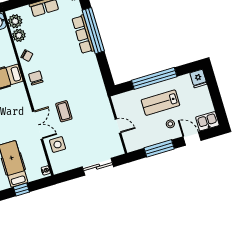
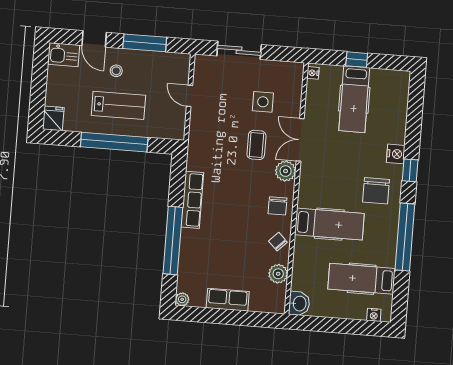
plant: (15, 21) -> (286, 171), moved
row of seats: (83, 34) -> (192, 200), moved
side table: (58, 145) -> (263, 102), moved

